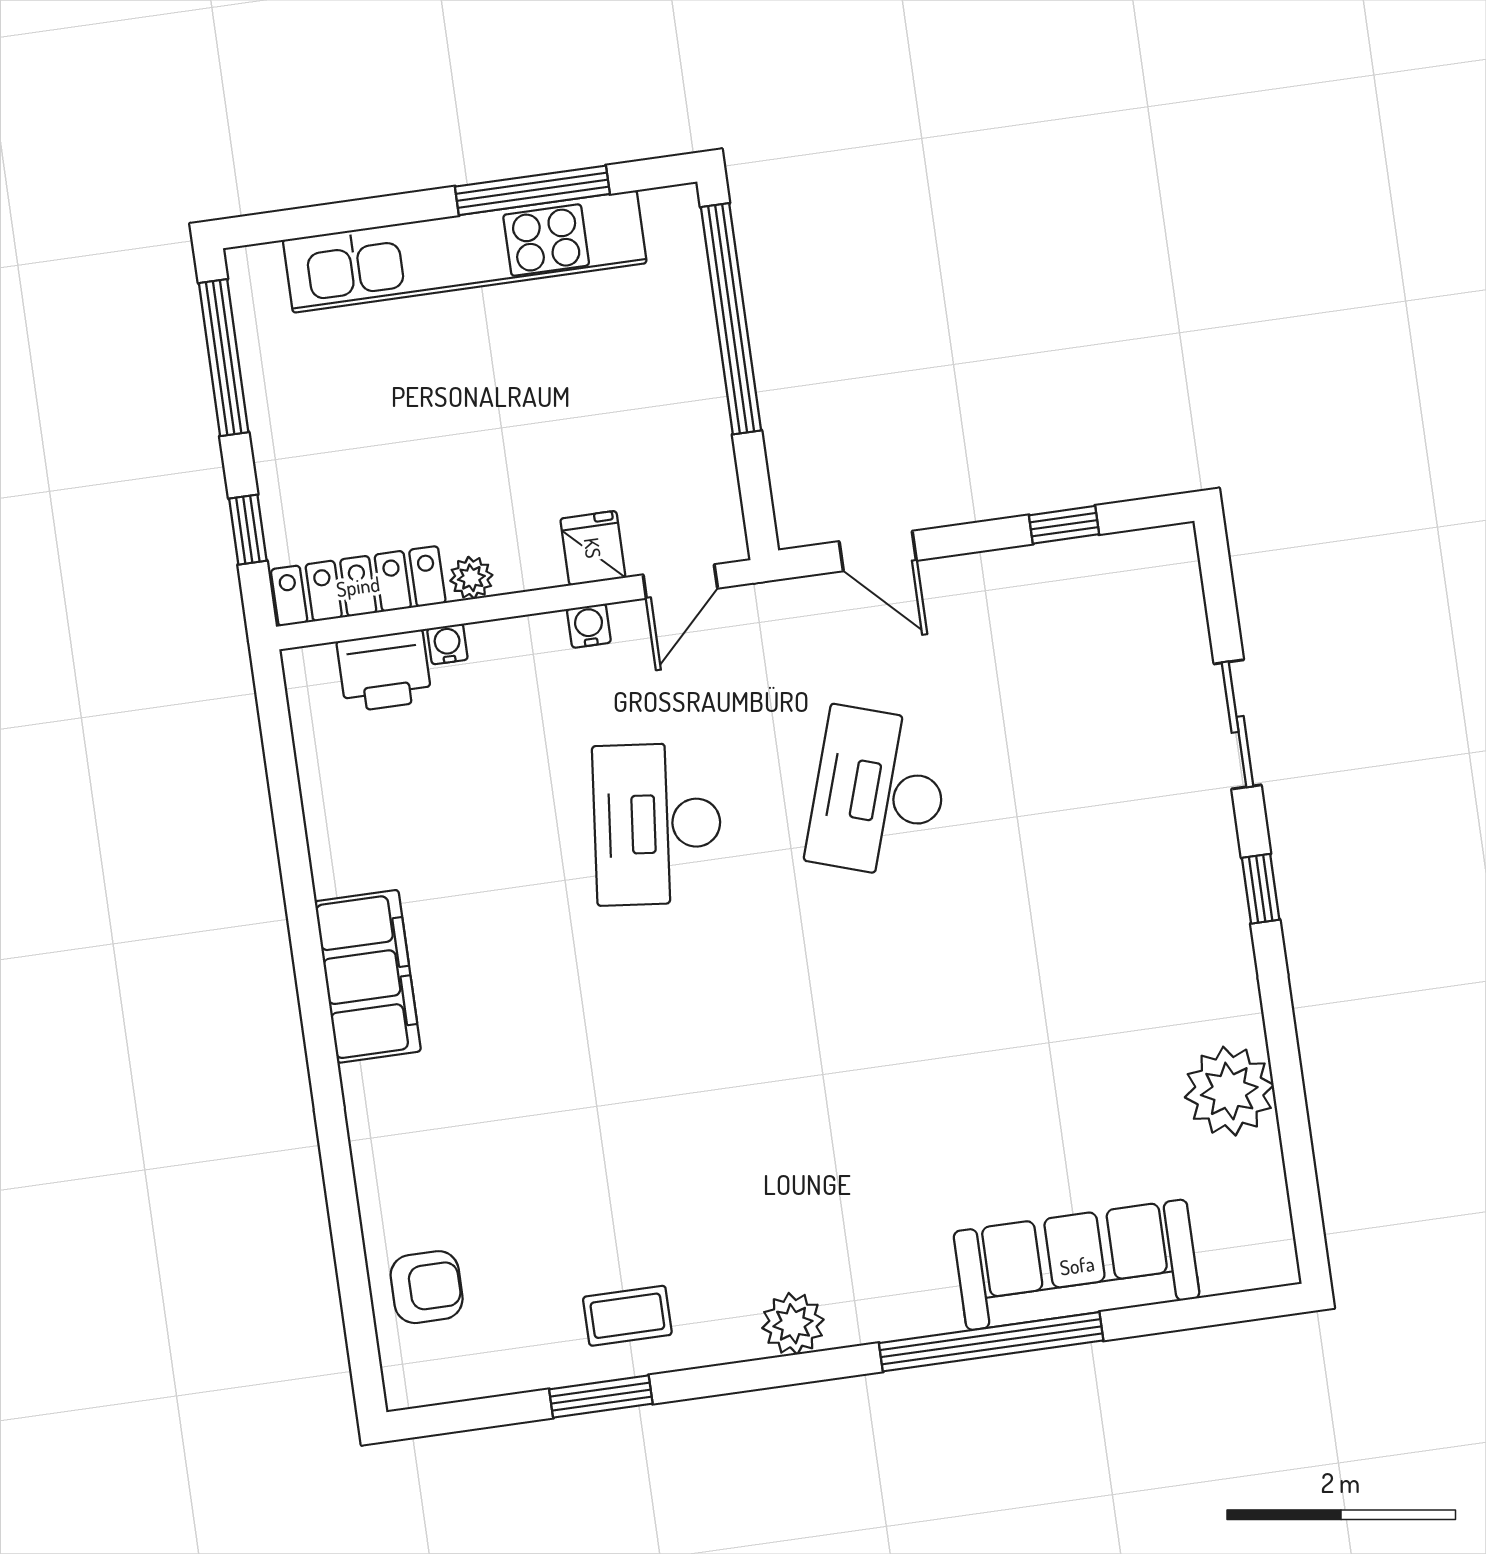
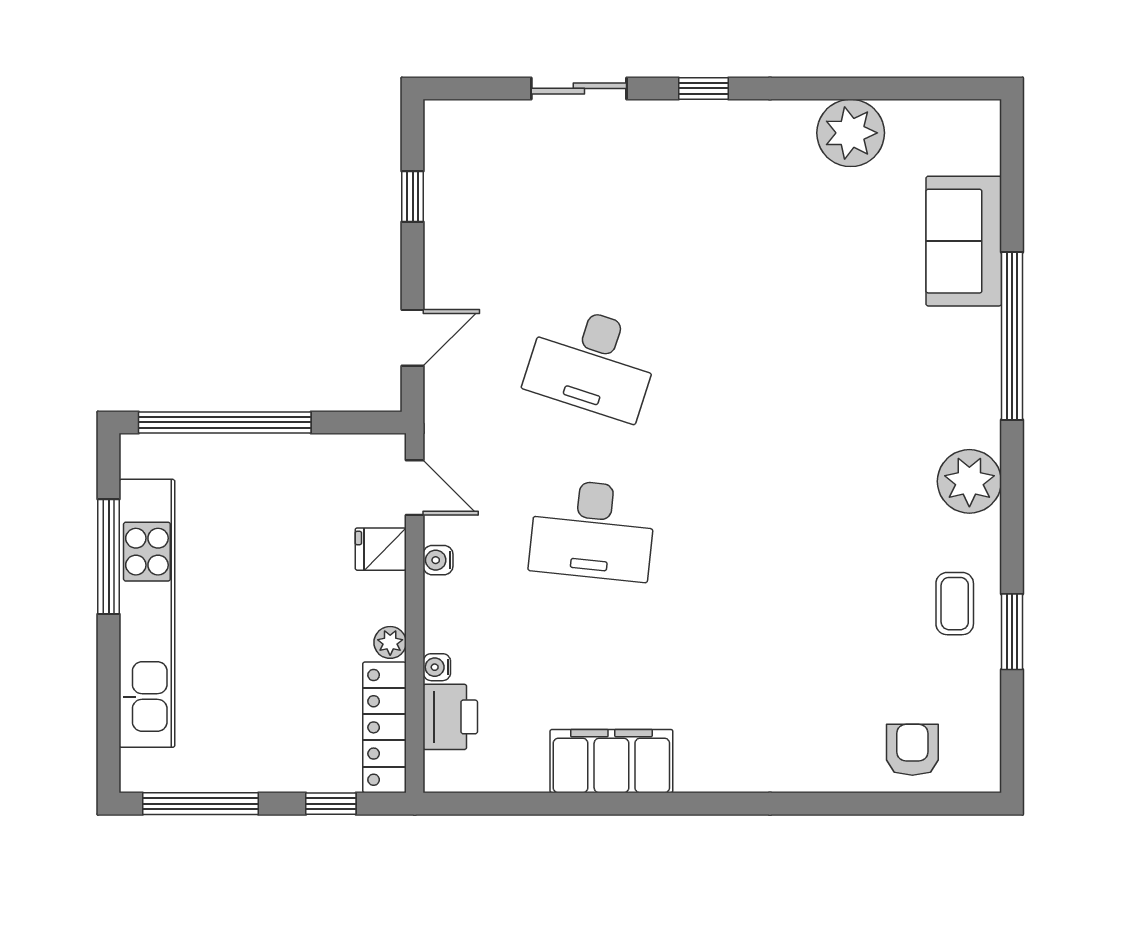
filing cabinet: (368, 976) -> (611, 761), moved
sofa: (1077, 1265) -> (964, 241), width x0.73
plant: (793, 1324) -> (969, 481), width x1.36, depth x1.36

